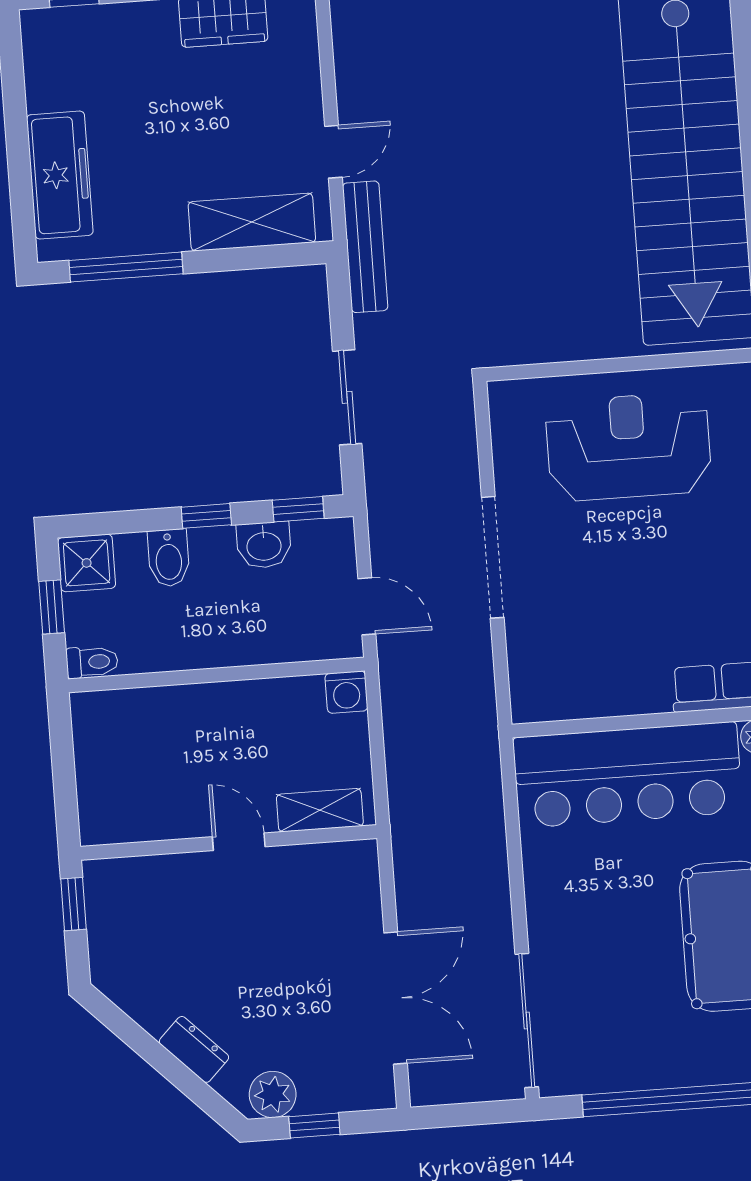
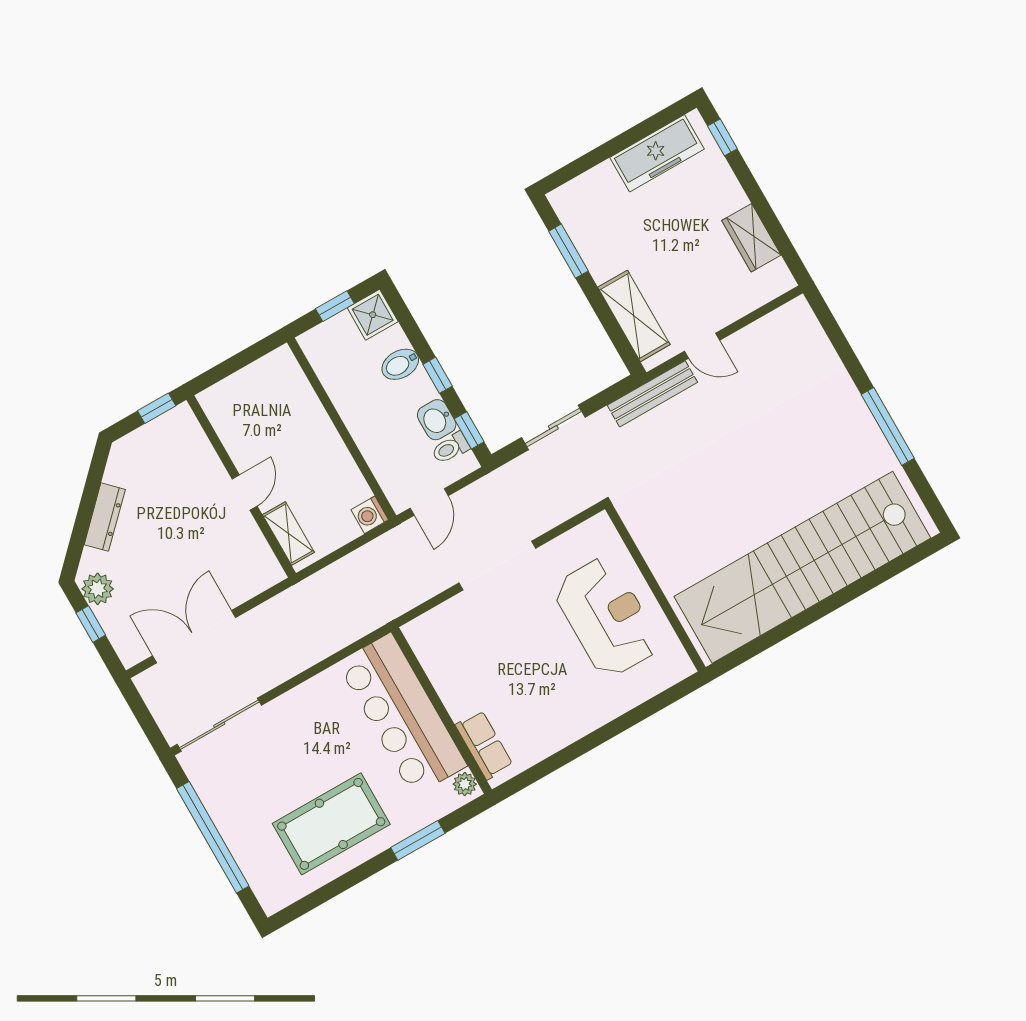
freezer: (60, 175) -> (657, 153), moved
window: (126, 267) -> (568, 251), width x0.69
toilet: (92, 662) -> (450, 448), moved, turned 90
double door: (396, 998) -> (194, 637), swing flipped
dresser: (194, 1049) -> (105, 517), width x1.44

